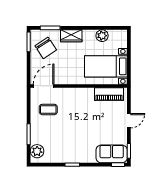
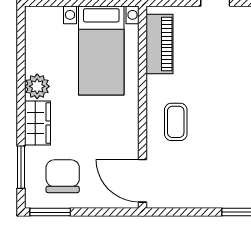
plant: (102, 36) -> (37, 86), moved
chair: (46, 48) -> (63, 176), turned -57
coffee table: (48, 109) -> (176, 122), moved

